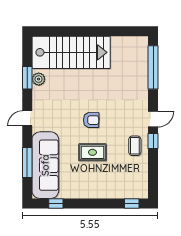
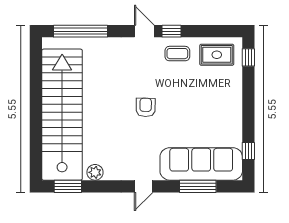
stairs: (71, 52) -> (62, 115), width x1.36
window: (27, 78) -> (68, 186), moved
door: (27, 118) -> (144, 186), hinge flipped
rug: (92, 152) -> (217, 55), moved, turned 90

